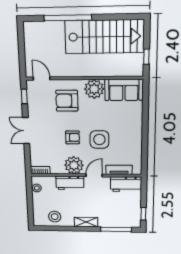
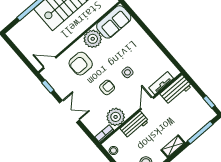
double door: (26, 131) -> (69, 111), swing flipped
side table: (99, 139) -> (128, 72), width x0.54, depth x0.54
plant: (74, 165) -> (116, 117), moved

